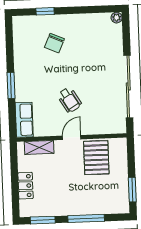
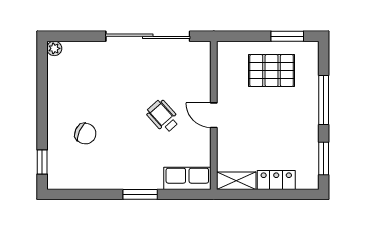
window: (45, 11) -> (42, 162), moved
wheelchair: (69, 100) -> (163, 116), turned -101
shelving: (39, 147) -> (236, 181), moved, turned 90
pallet: (96, 158) -> (272, 71), moved

